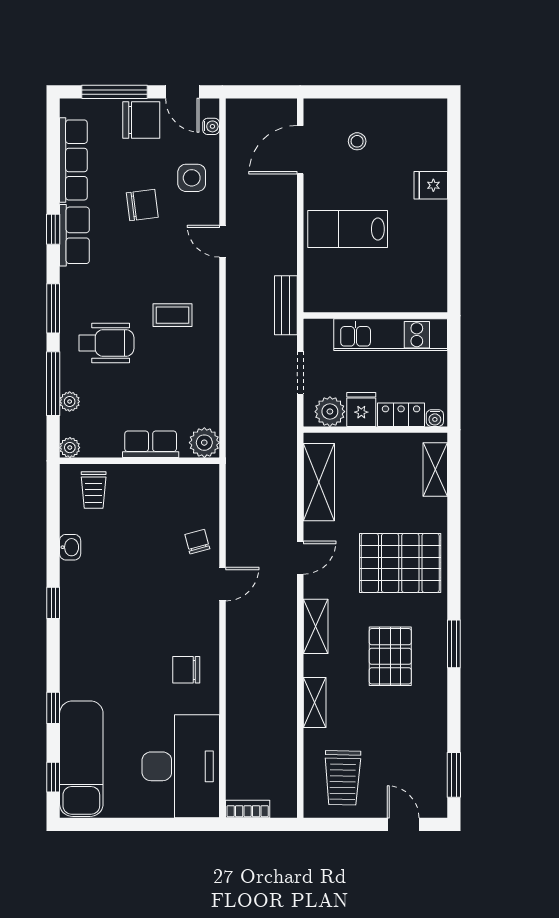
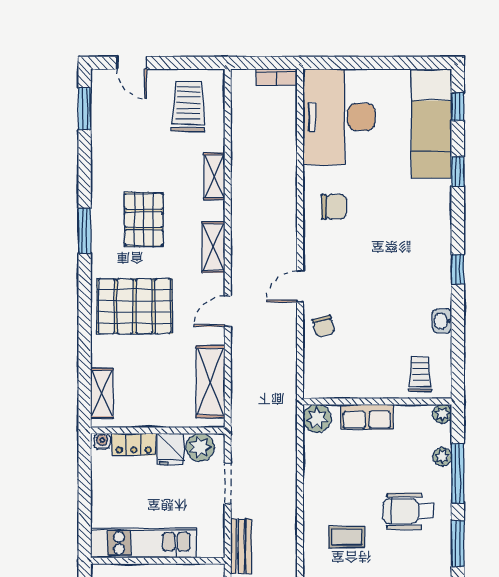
wall: (375, 316) -> (158, 561), moved
kitchen unit: (391, 335) -> (143, 543), moved

